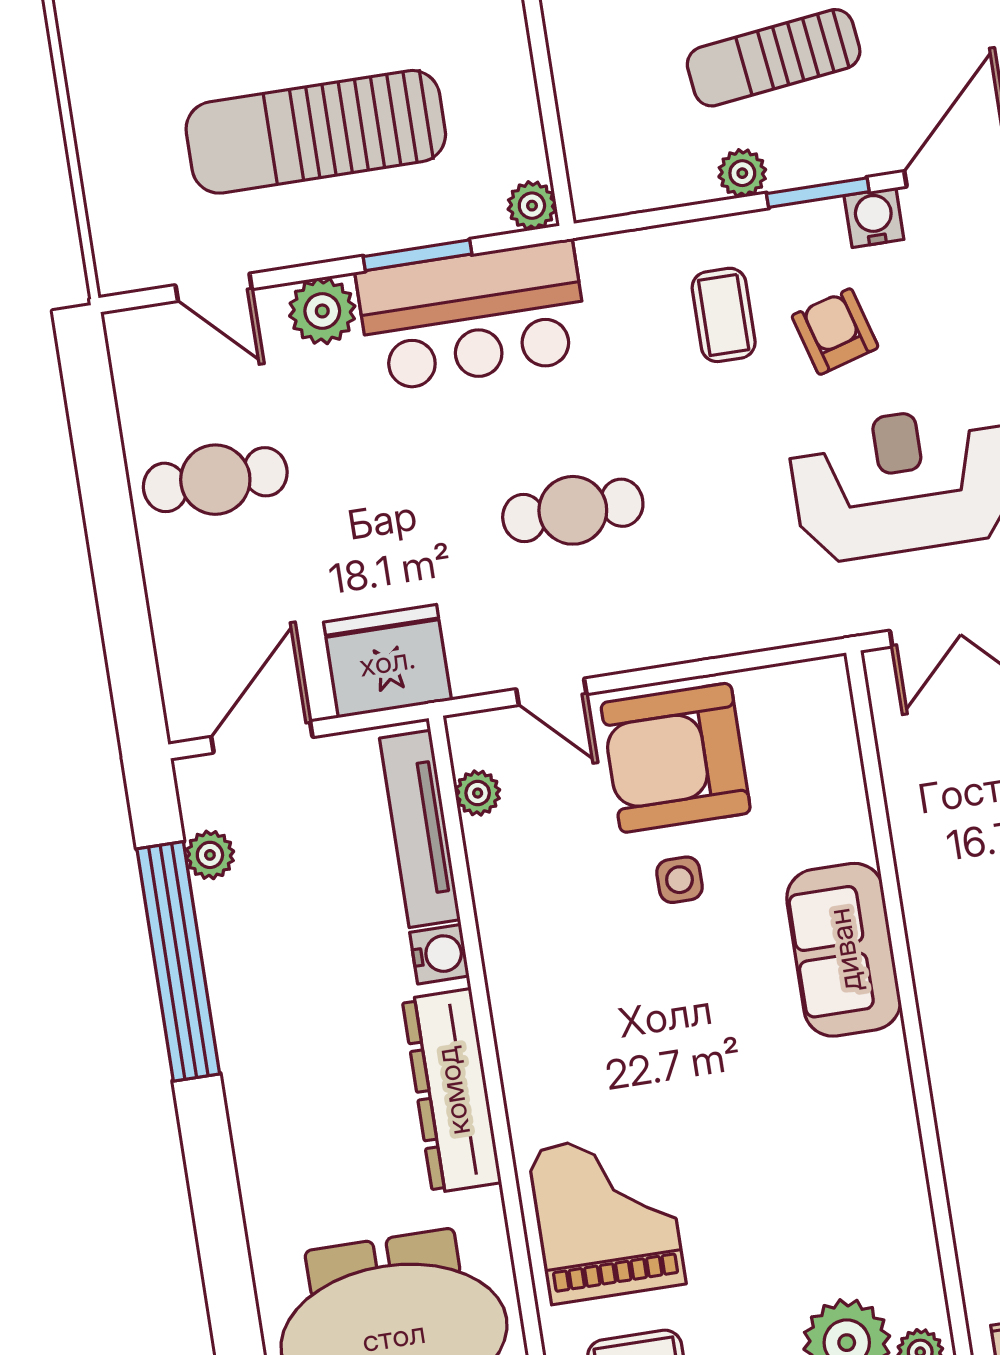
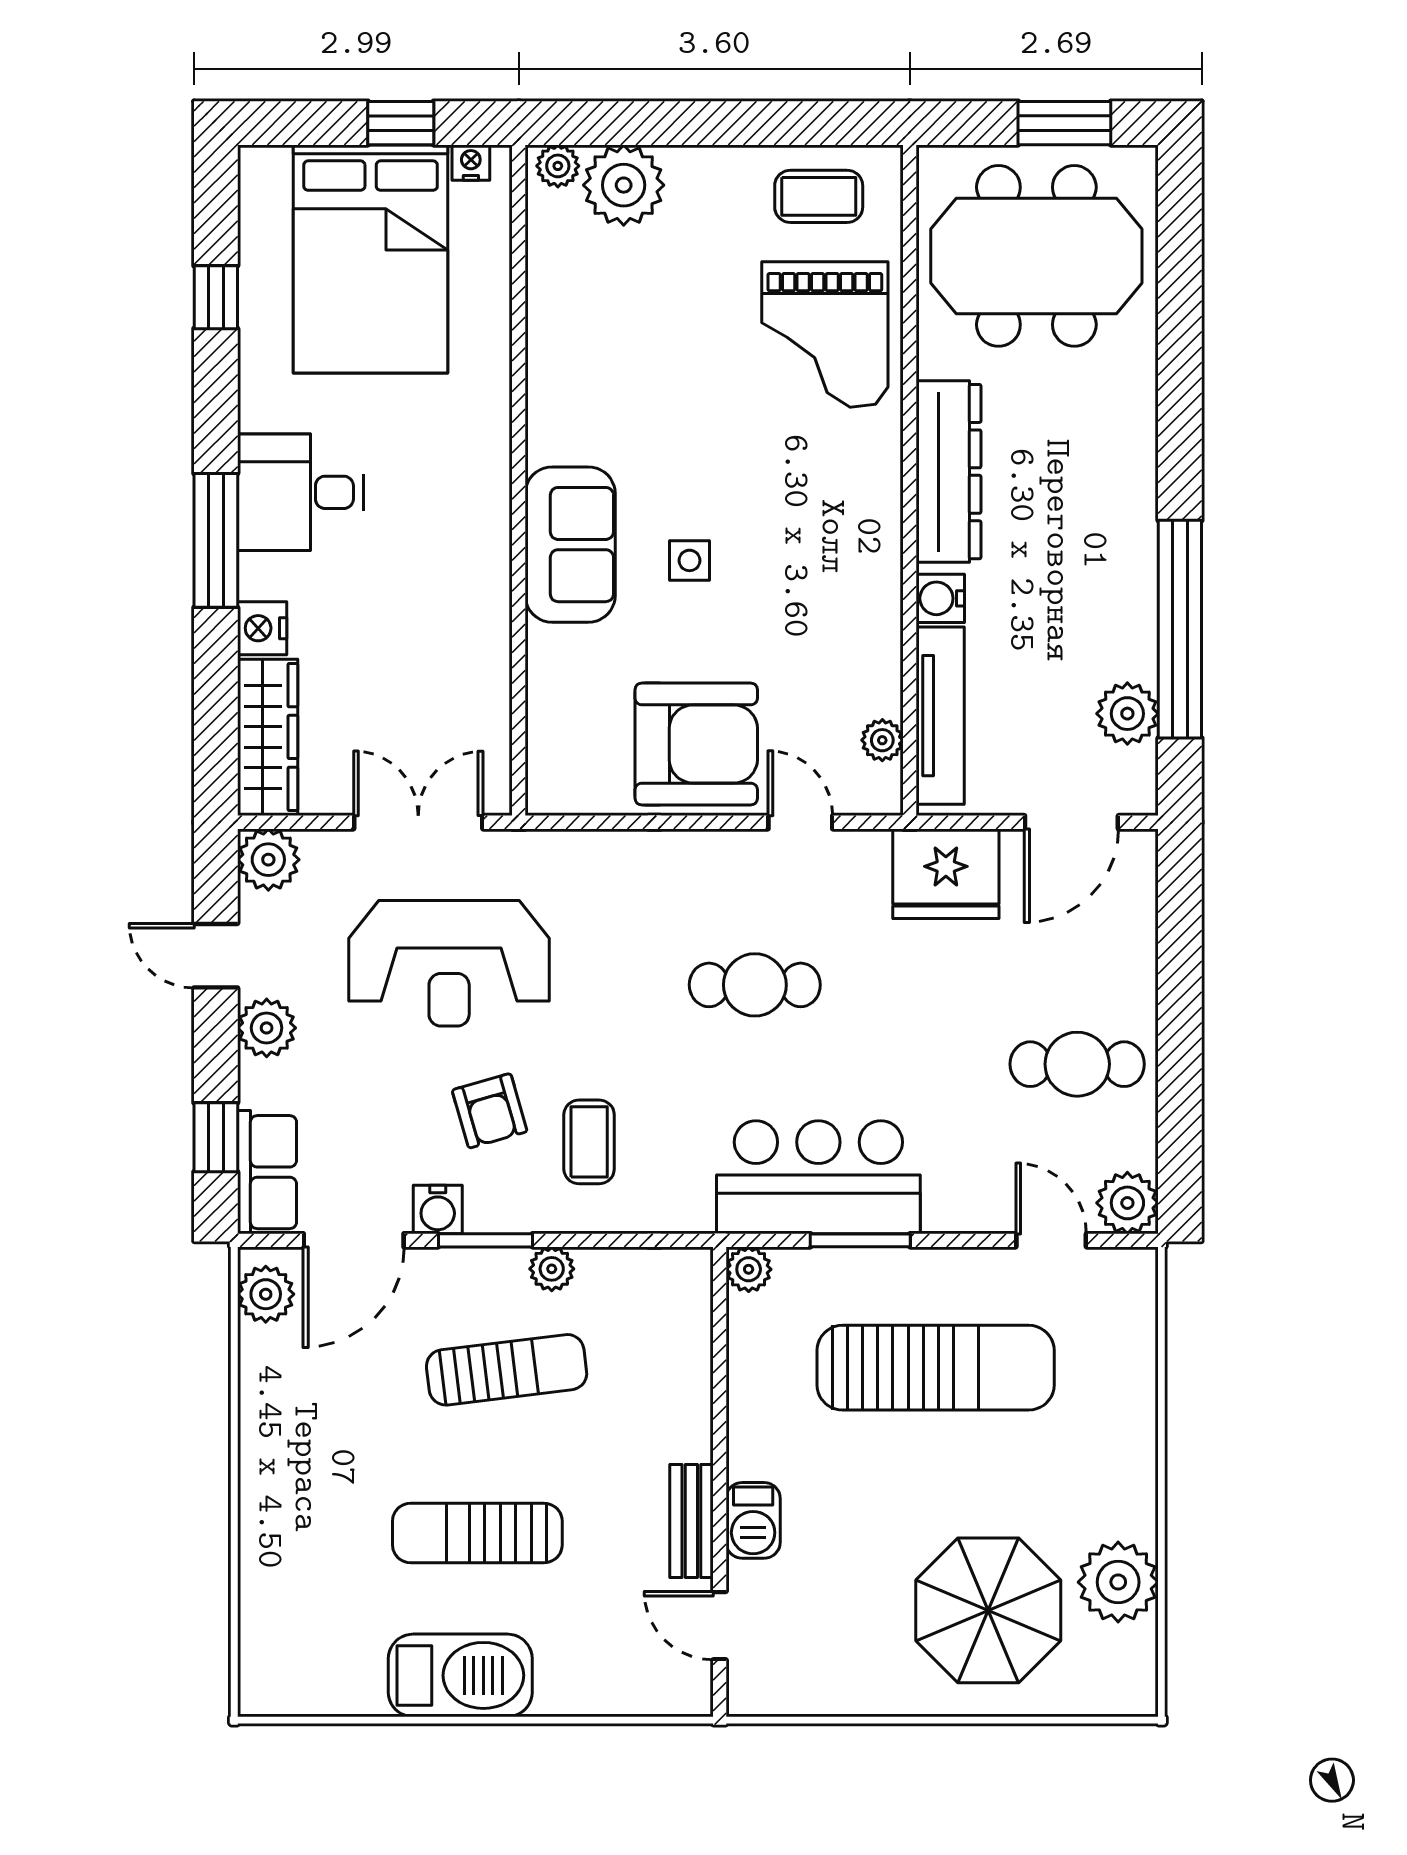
plant: (322, 311) -> (1127, 1203), moved
plant: (210, 855) -> (1127, 714), width x1.38, depth x1.38
side table: (679, 880) -> (689, 560), moved

